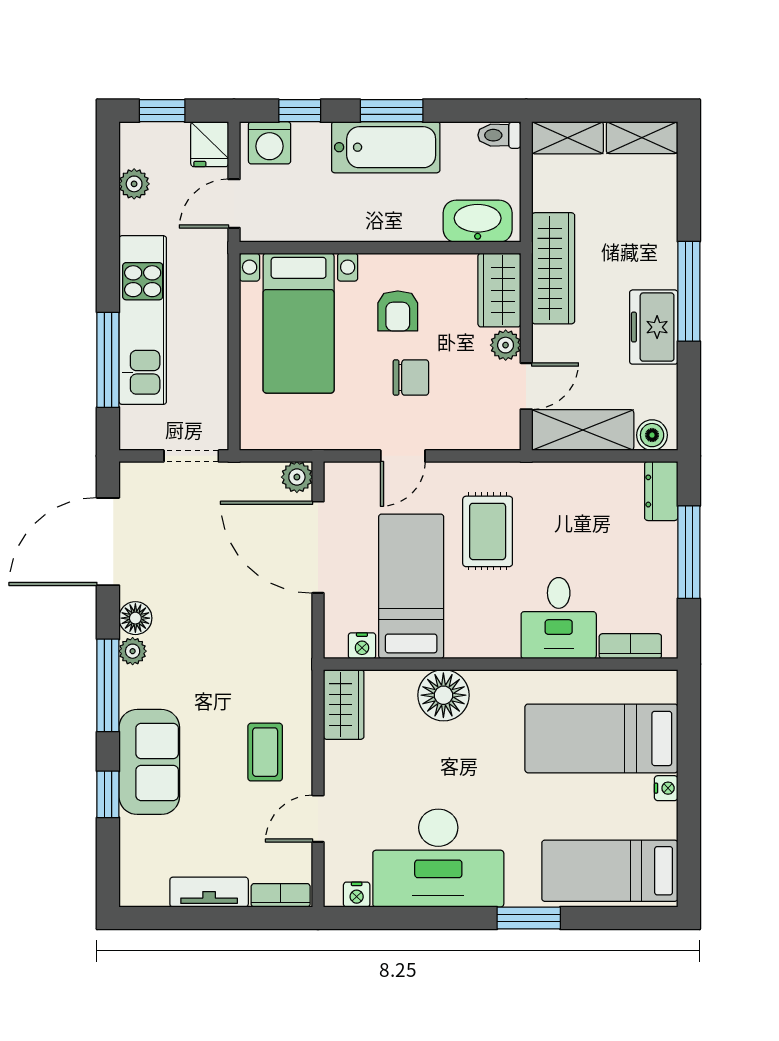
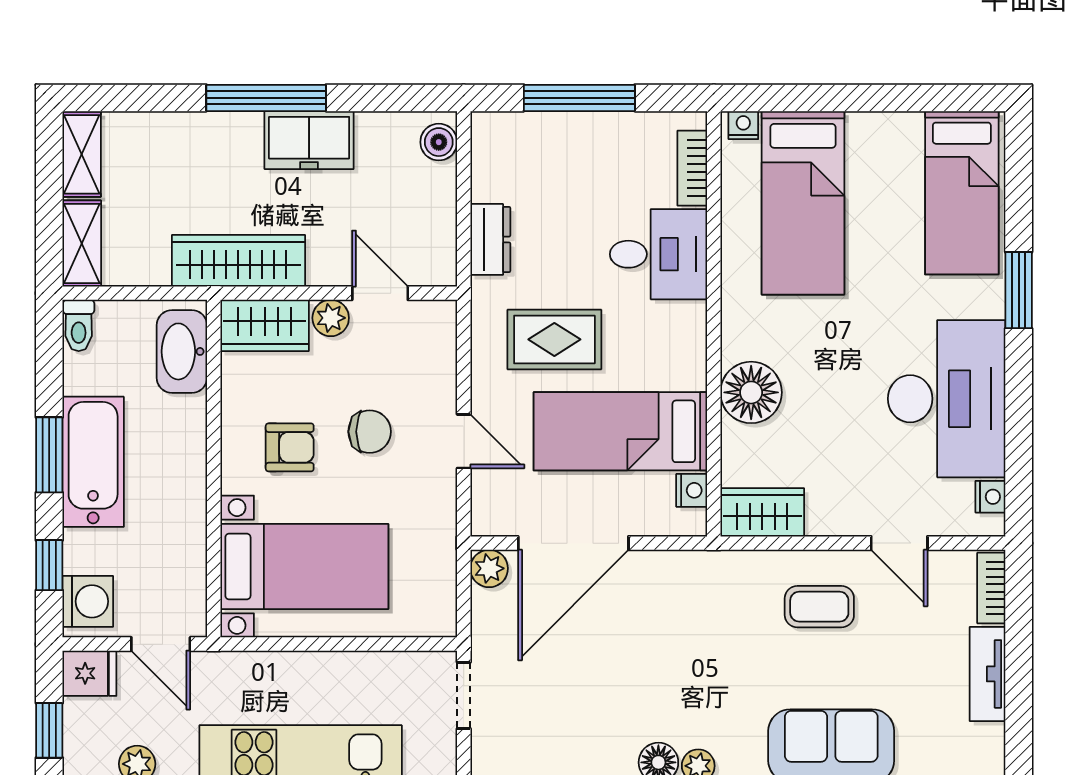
chair: (411, 378) -> (370, 432), turned 90
shelving: (583, 430) -> (433, 225), removed
dresser: (661, 491) -> (490, 239), moved, turned -90
nightstand: (666, 788) -> (743, 125), moved

